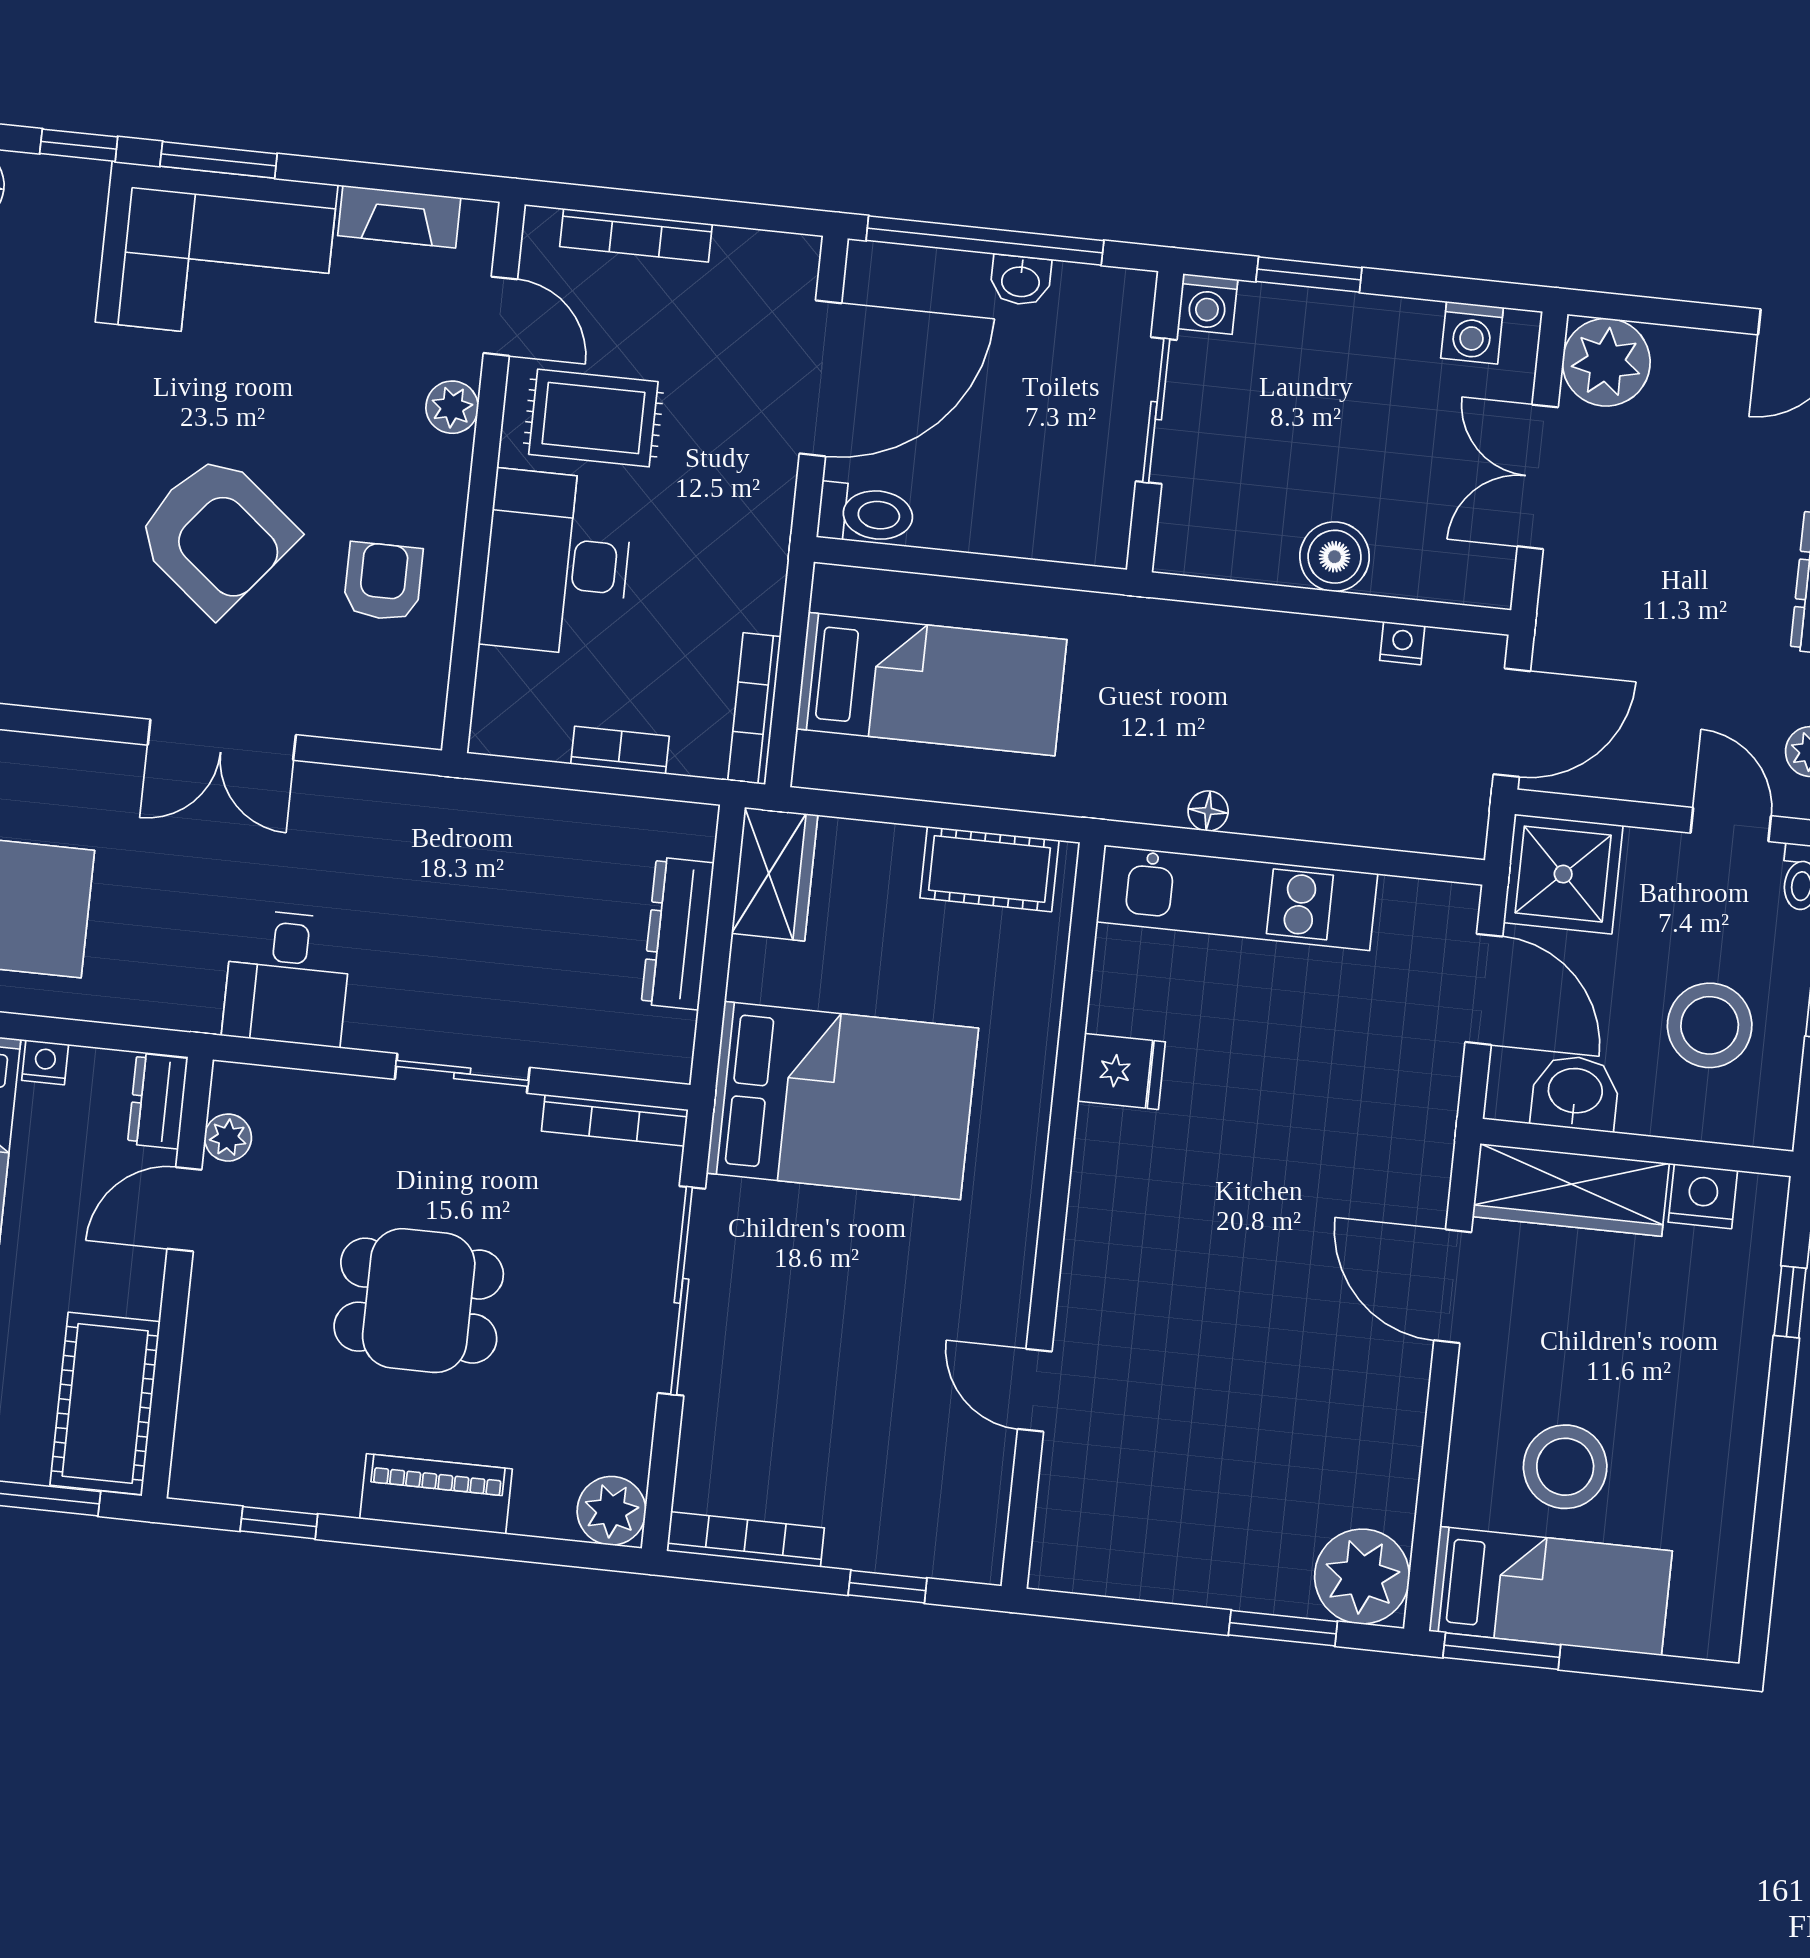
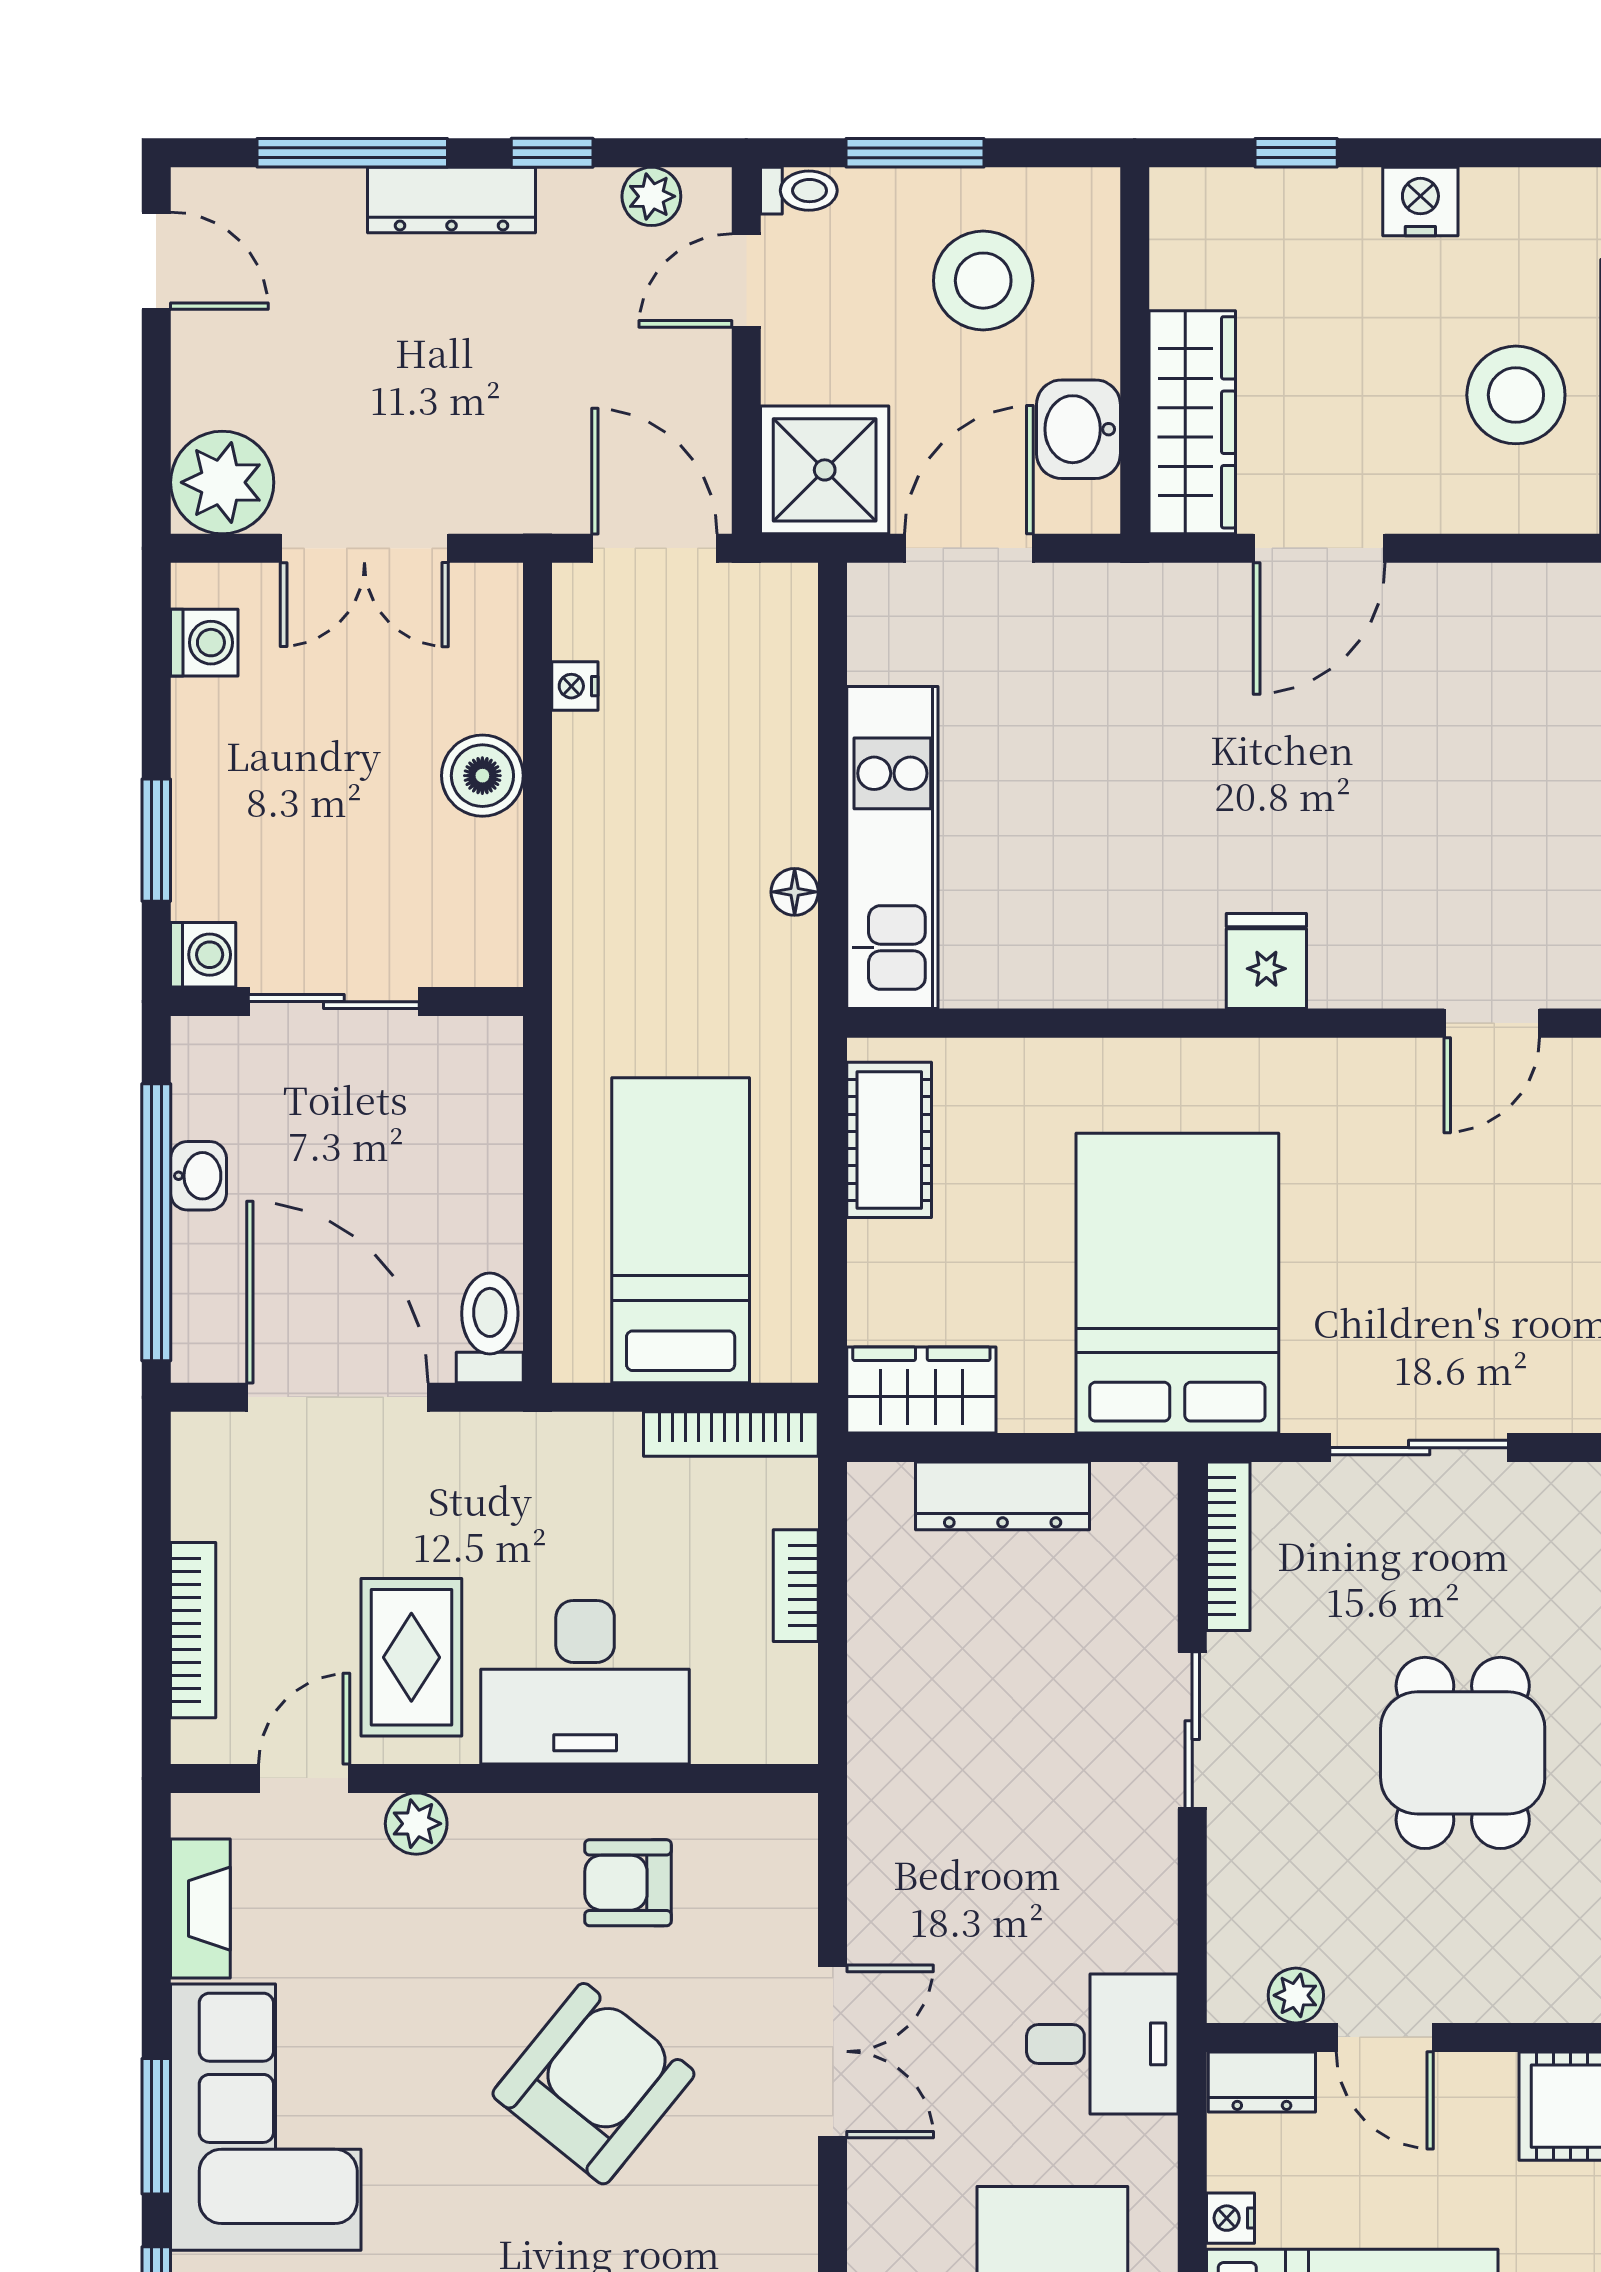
desk: (287, 978) -> (1102, 2044), moved
fridge: (1121, 1071) -> (1266, 961), moved
nightstand: (1703, 1196) -> (1420, 202), moved, turned 90
sliding door: (681, 1291) -> (1419, 1448), width x0.73

